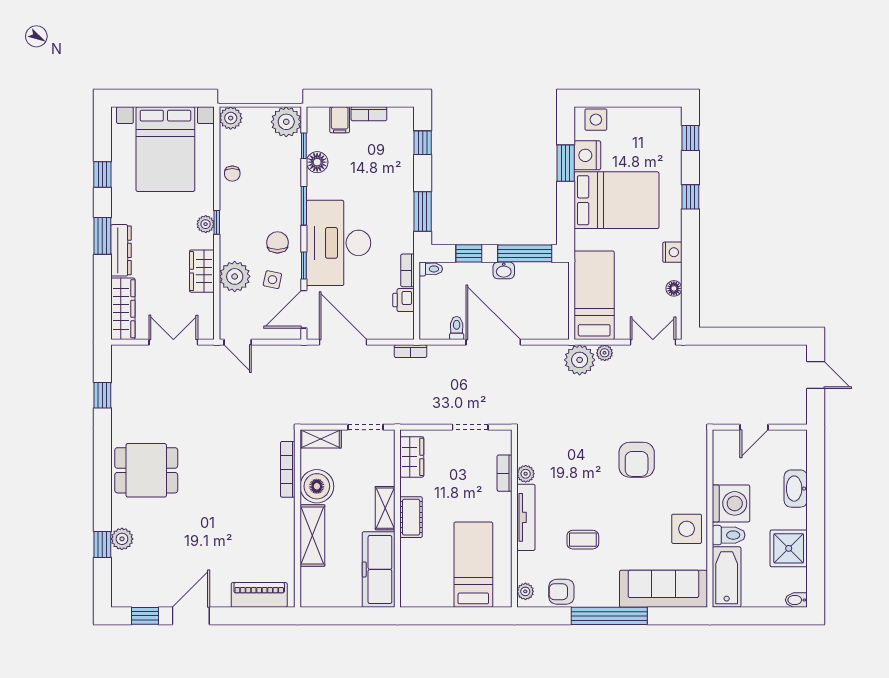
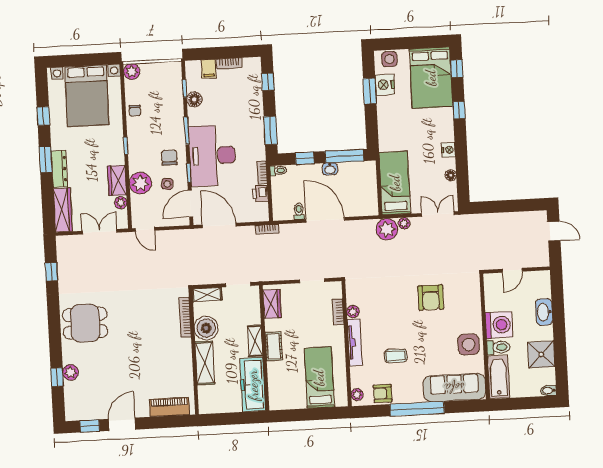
plant: (286, 122) -> (171, 72), removed
bed: (617, 200) -> (431, 78), moved, turned 90
plant: (206, 224) -> (121, 203), moved

